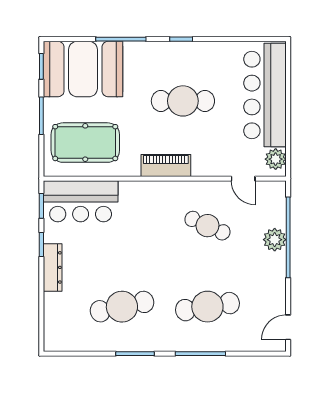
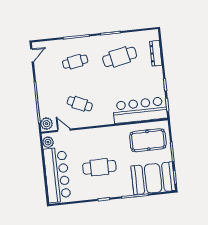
piano: (166, 165) -> (105, 133), removed
bar counter: (81, 201) -> (140, 110), width x1.36
plant: (275, 240) -> (47, 124), moved
dresser: (53, 267) -> (156, 53), moved
cafe table: (207, 307) -> (75, 62), width x0.73, depth x0.74

